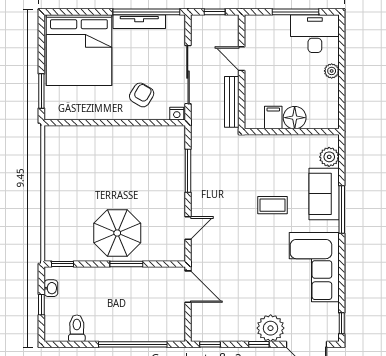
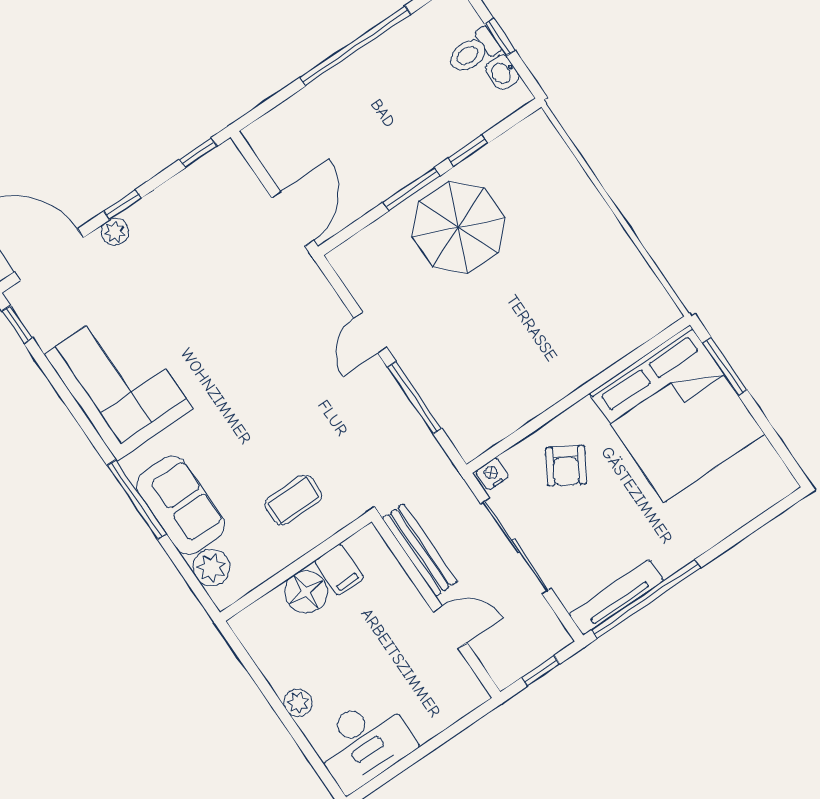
window: (295, 12) -> (416, 756), removed
tv unit: (139, 22) -> (616, 597), moved
bed: (79, 50) -> (677, 414), moved, turned 180
coffee table: (273, 205) -> (293, 500), moved
door: (188, 228) -> (370, 333), moved
window: (62, 264) -> (468, 151), moved
door: (188, 287) -> (293, 219), swing flipped
toilet: (77, 328) -> (473, 51), moved, turned 90
plant: (271, 328) -> (115, 232), width x0.53, depth x0.53
window: (133, 344) -> (355, 46), moved

